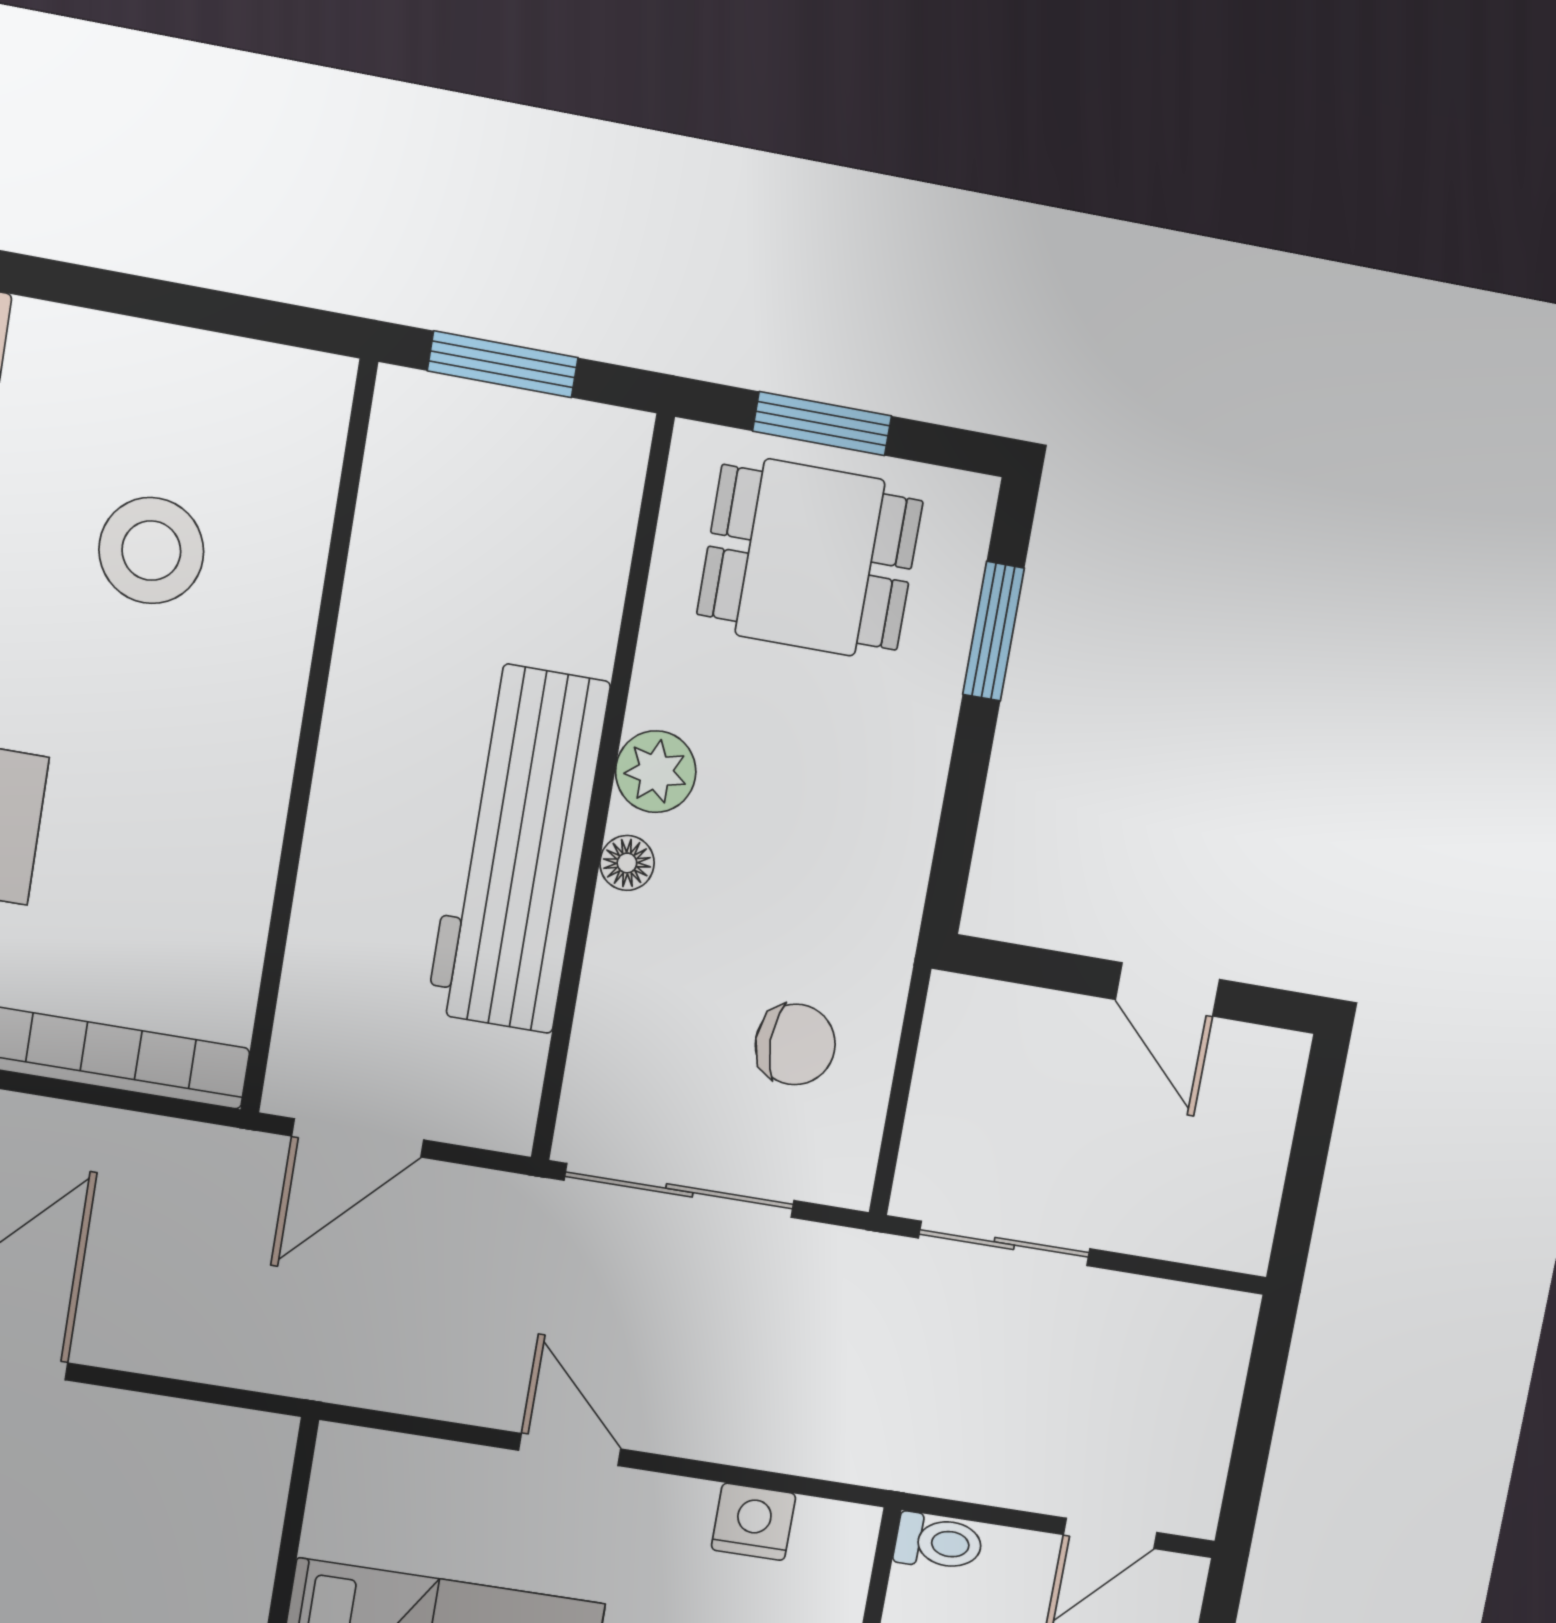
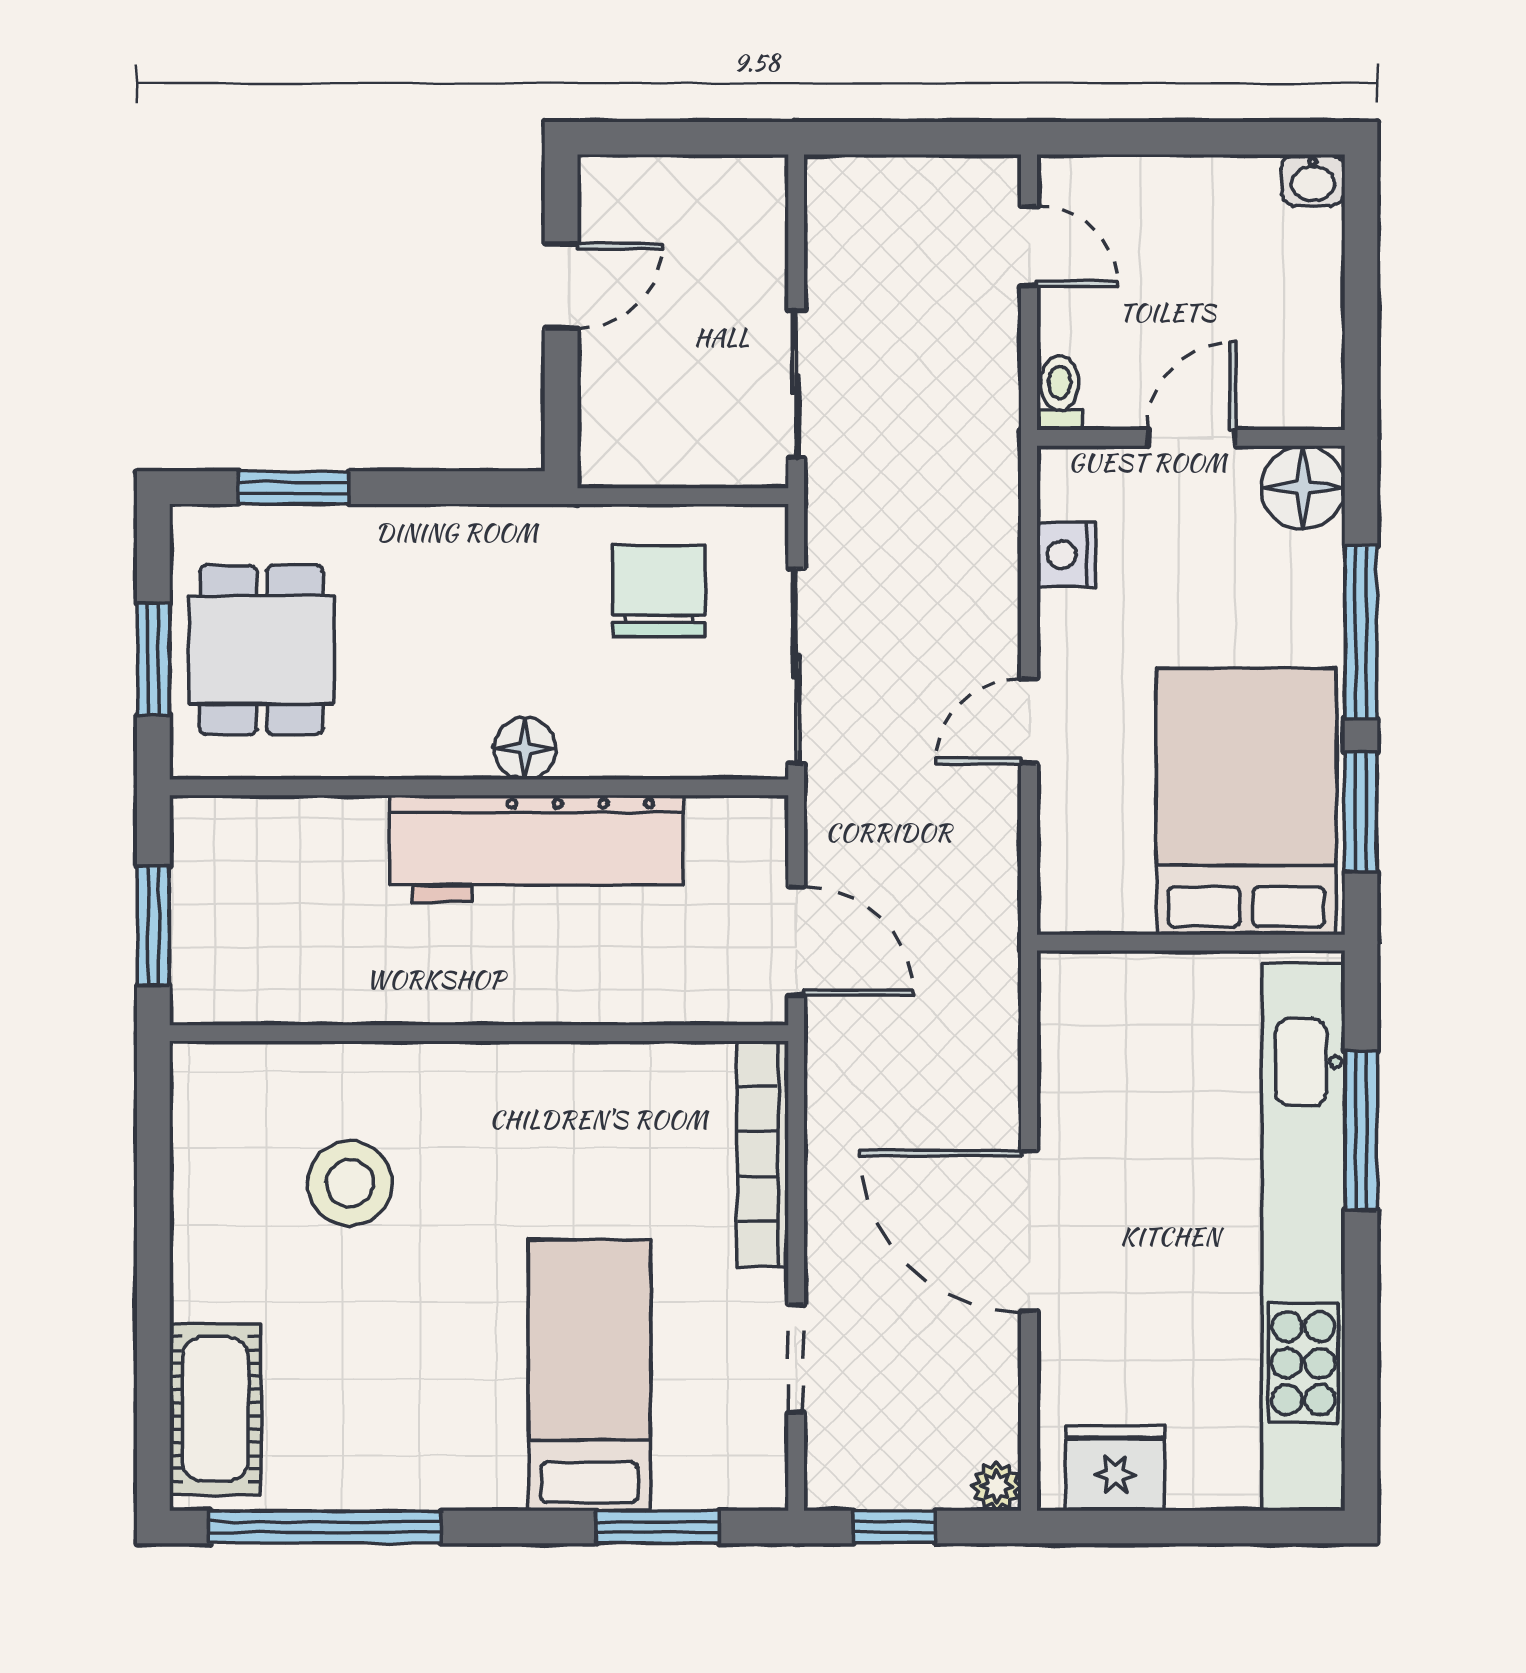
plant: (656, 772) -> (455, 746), removed
floor lamp: (627, 863) -> (525, 748), width x1.37, depth x1.37
chair: (795, 1044) -> (659, 591), width x1.37, depth x1.37

